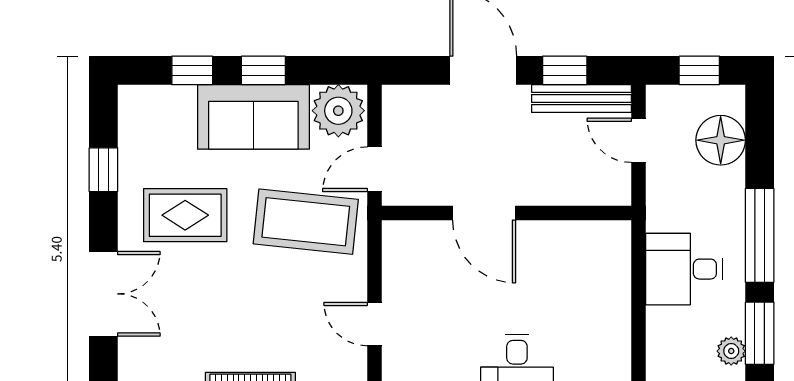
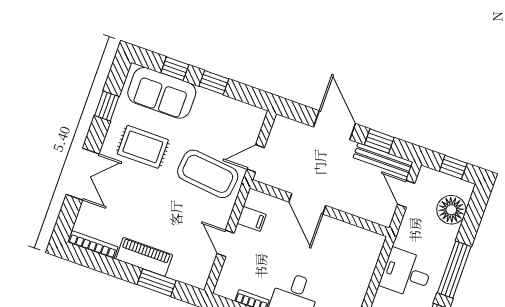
plant: (338, 111) -> (247, 119), removed
sofa: (253, 117) -> (162, 93), moved
filing cabinet: (403, 269) -> (252, 219), added

